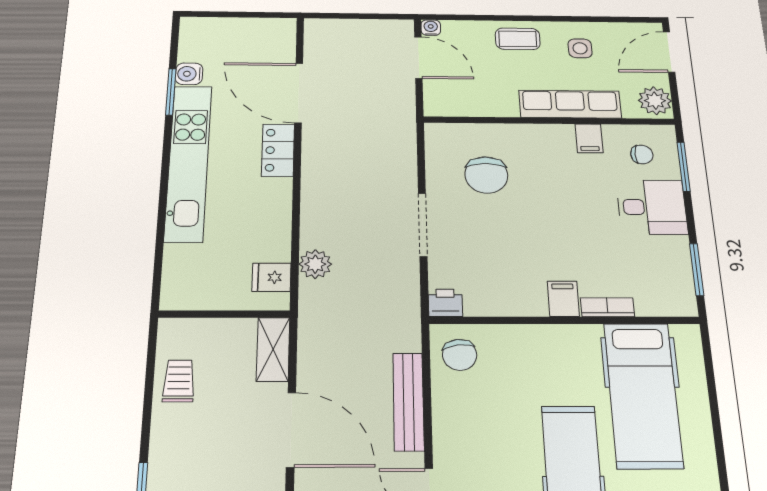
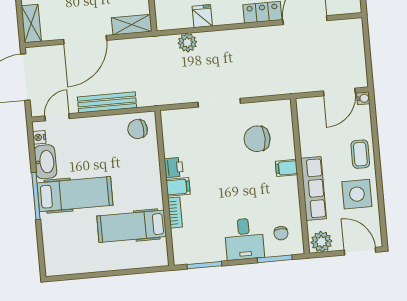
side table: (580, 48) -> (357, 194), width x1.87, depth x1.87
filing cabinet: (589, 138) -> (287, 168), moved
fridge: (271, 277) -> (202, 16), moved
printer: (445, 303) -> (174, 168), moved
hospital bed: (643, 395) -> (132, 226), width x0.73, depth x0.78

